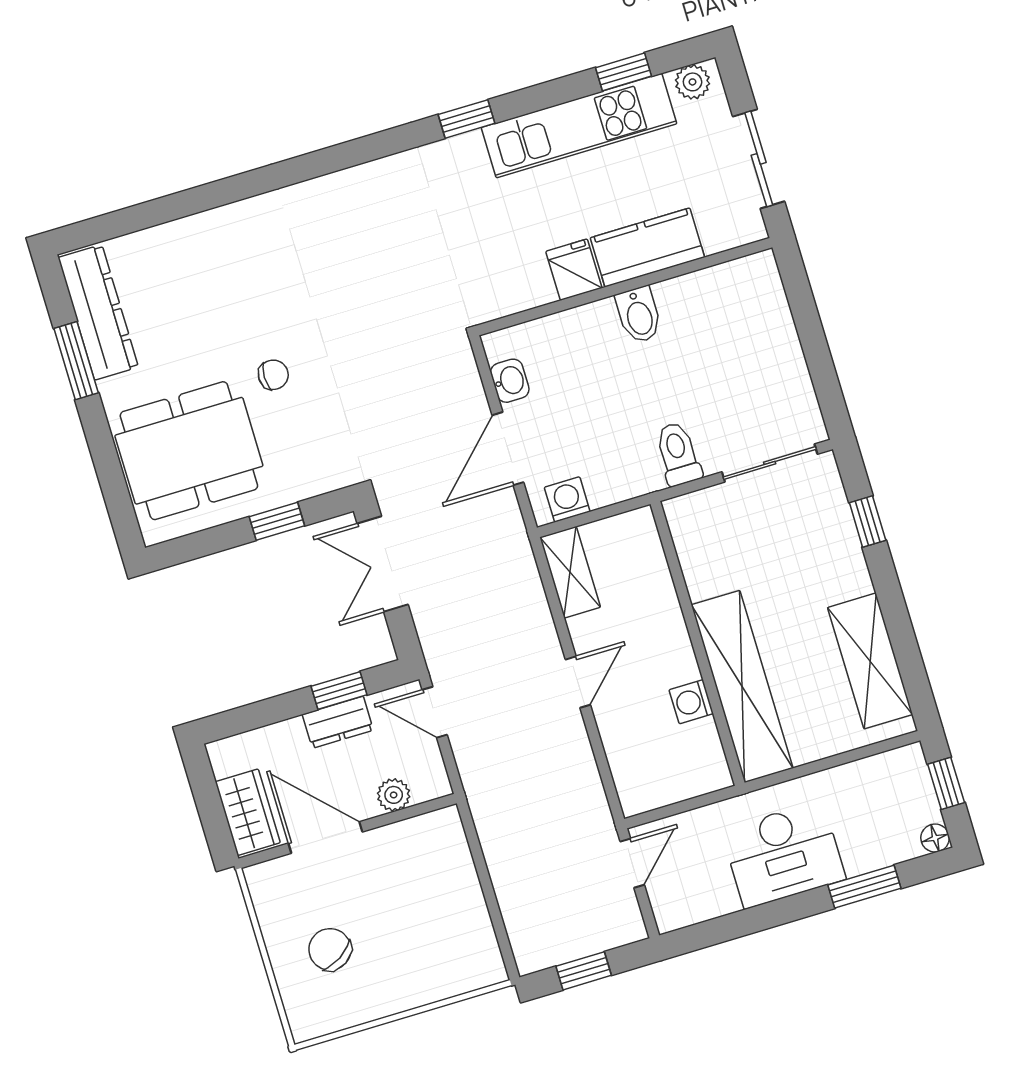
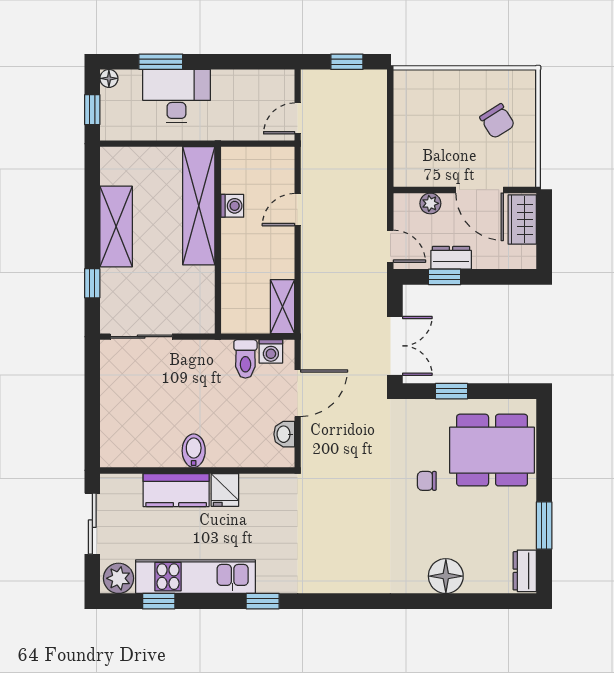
plant: (693, 82) -> (119, 578), width x1.38, depth x1.38
floor lamp: (202, 240) -> (446, 576), added
dresser: (98, 312) -> (525, 571), width x0.51, depth x0.80
toilet: (678, 454) -> (245, 359), moved
shelving: (870, 661) -> (116, 227), moved
door: (578, 682) -> (298, 210), moved
desk: (783, 854) -> (176, 96), moved

